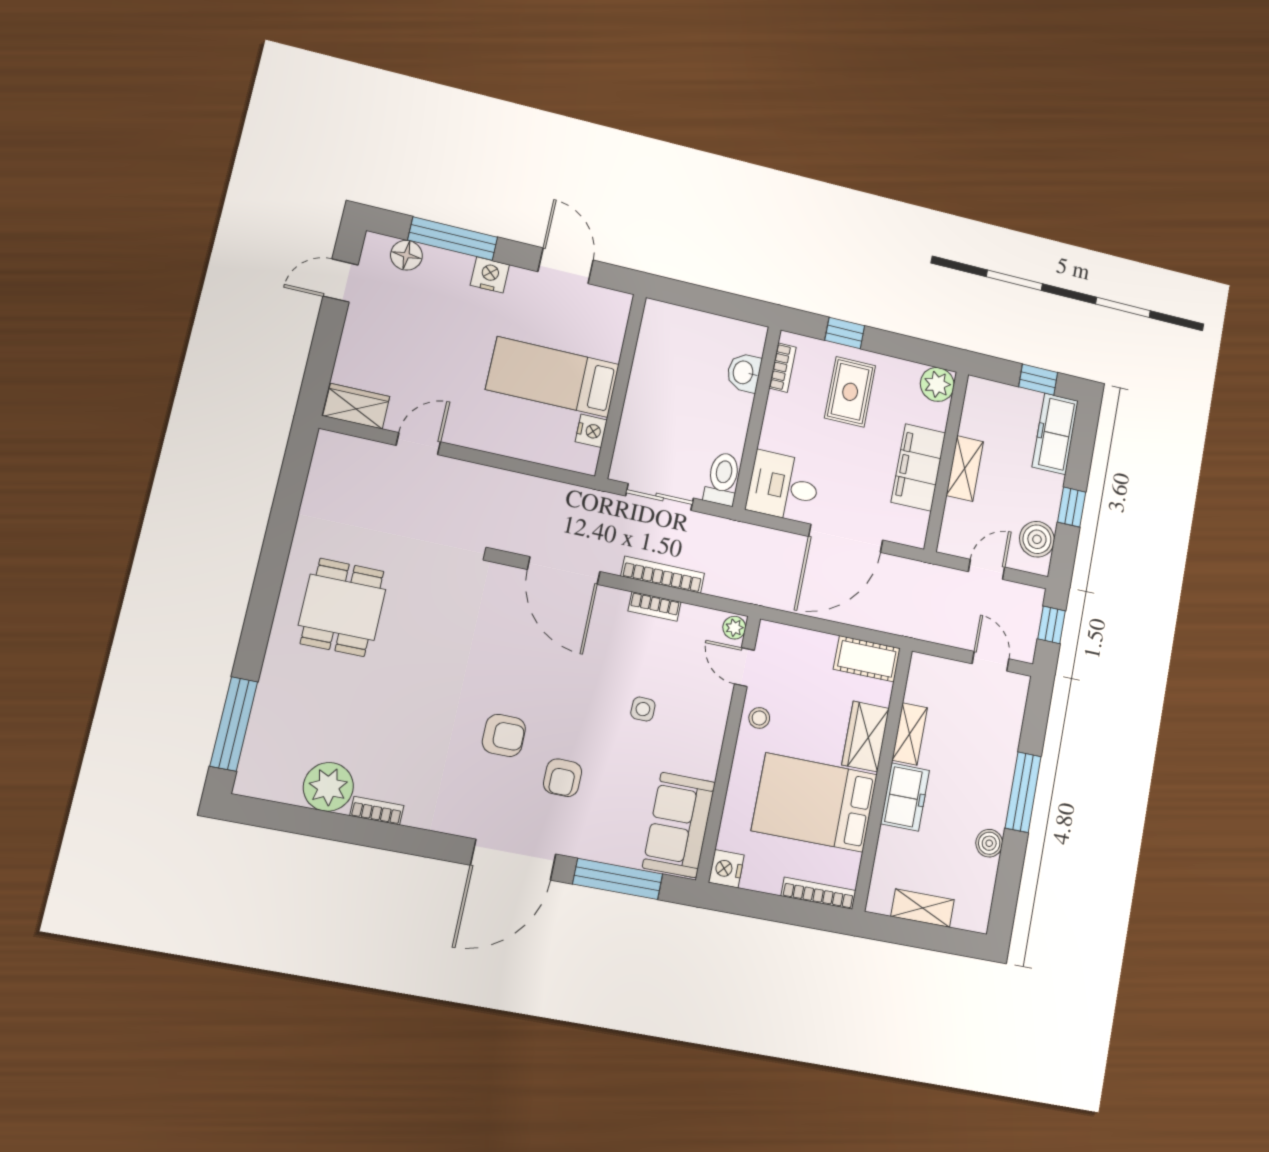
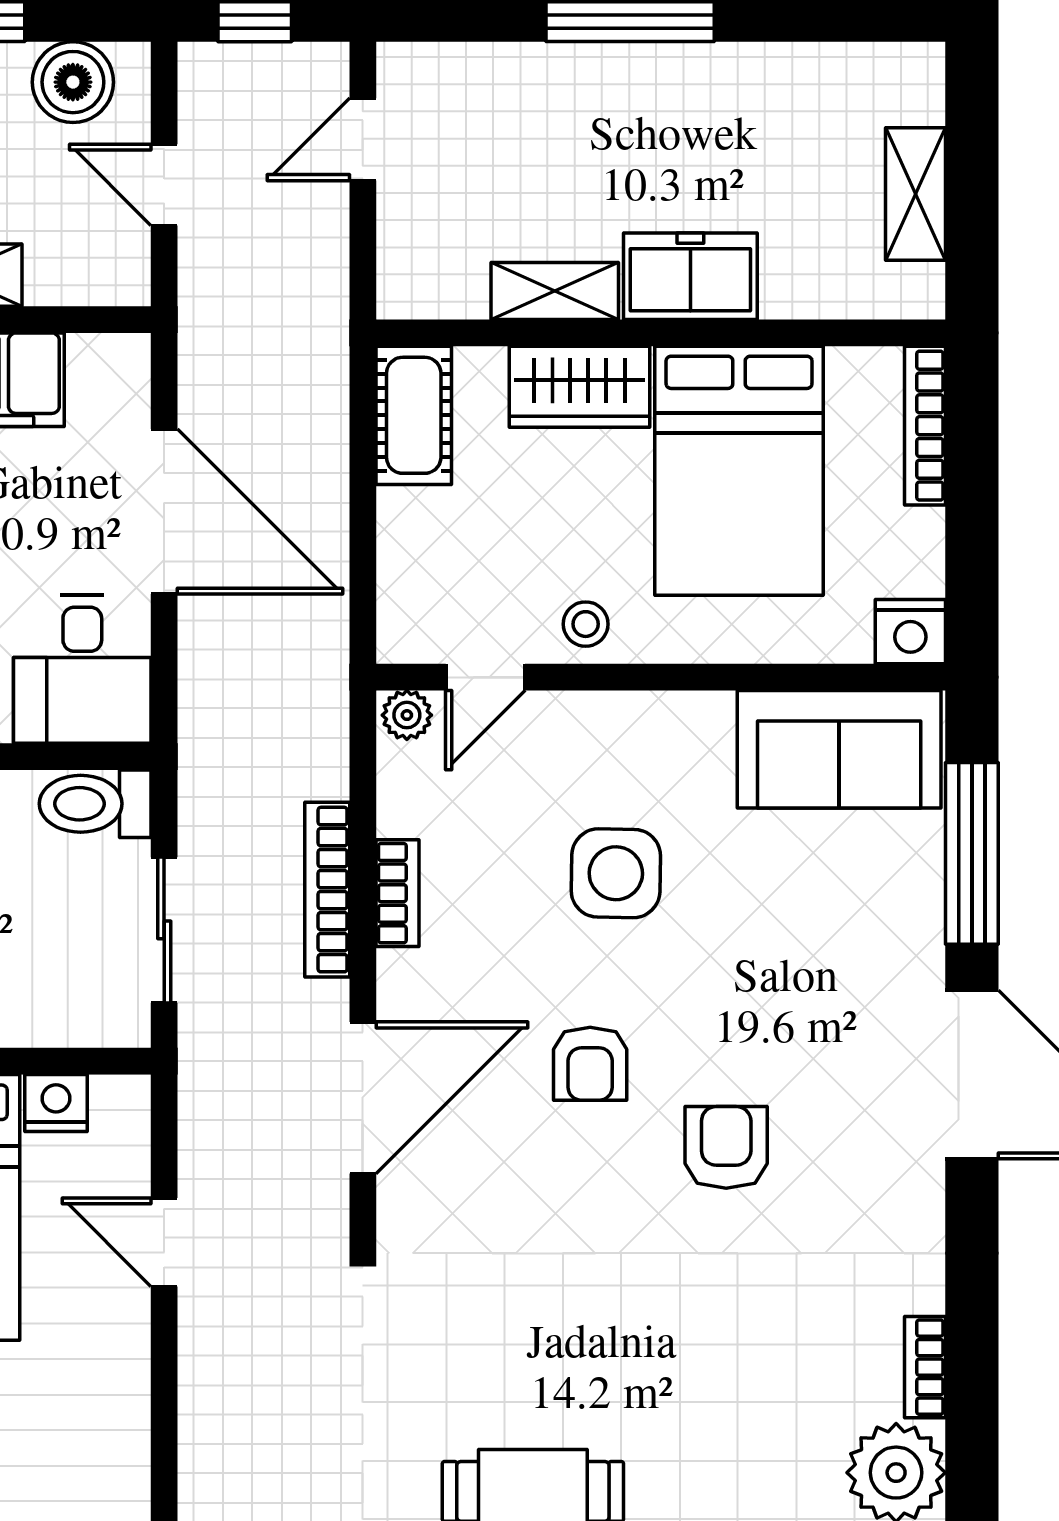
door: (418, 444) -> (164, 1242), moved
side table: (643, 709) -> (616, 873), width x1.87, depth x1.87
armchair: (563, 778) -> (590, 1064), moved, turned 89
boiler: (989, 843) -> (753, 72), removed

